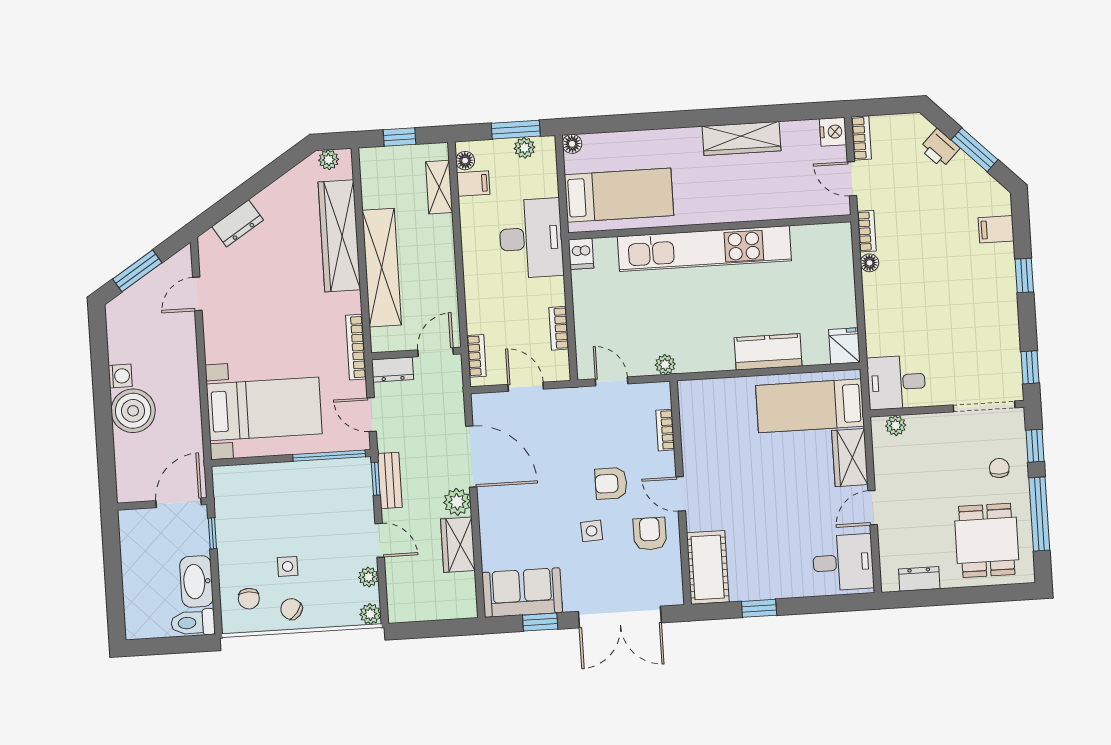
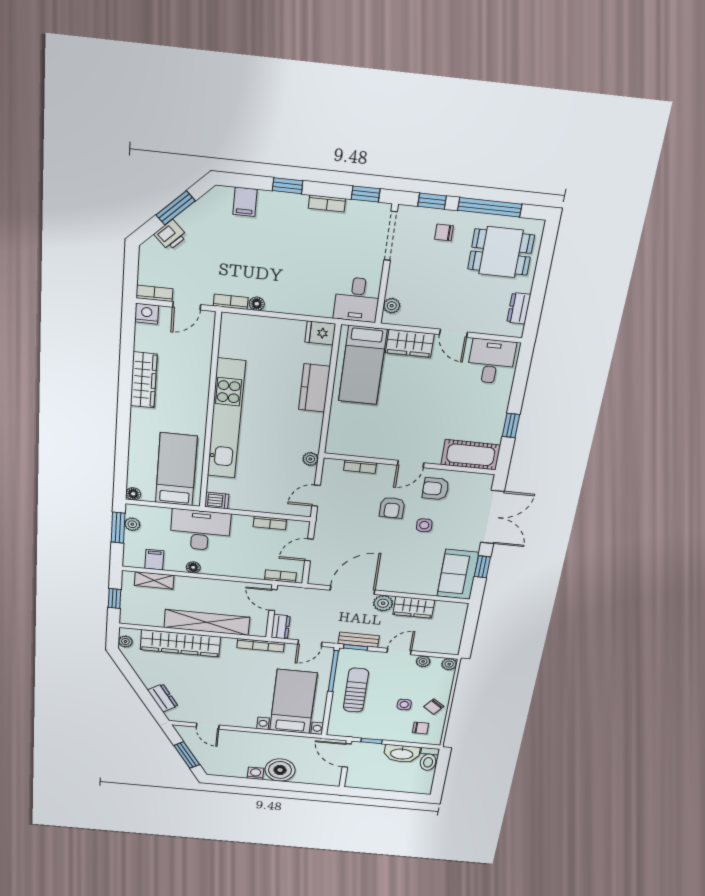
floor lamp: (465, 161) -> (193, 567), moved
bookcase: (1011, 325) -> (327, 203), added
sun lounger: (301, 493) -> (356, 690), added

